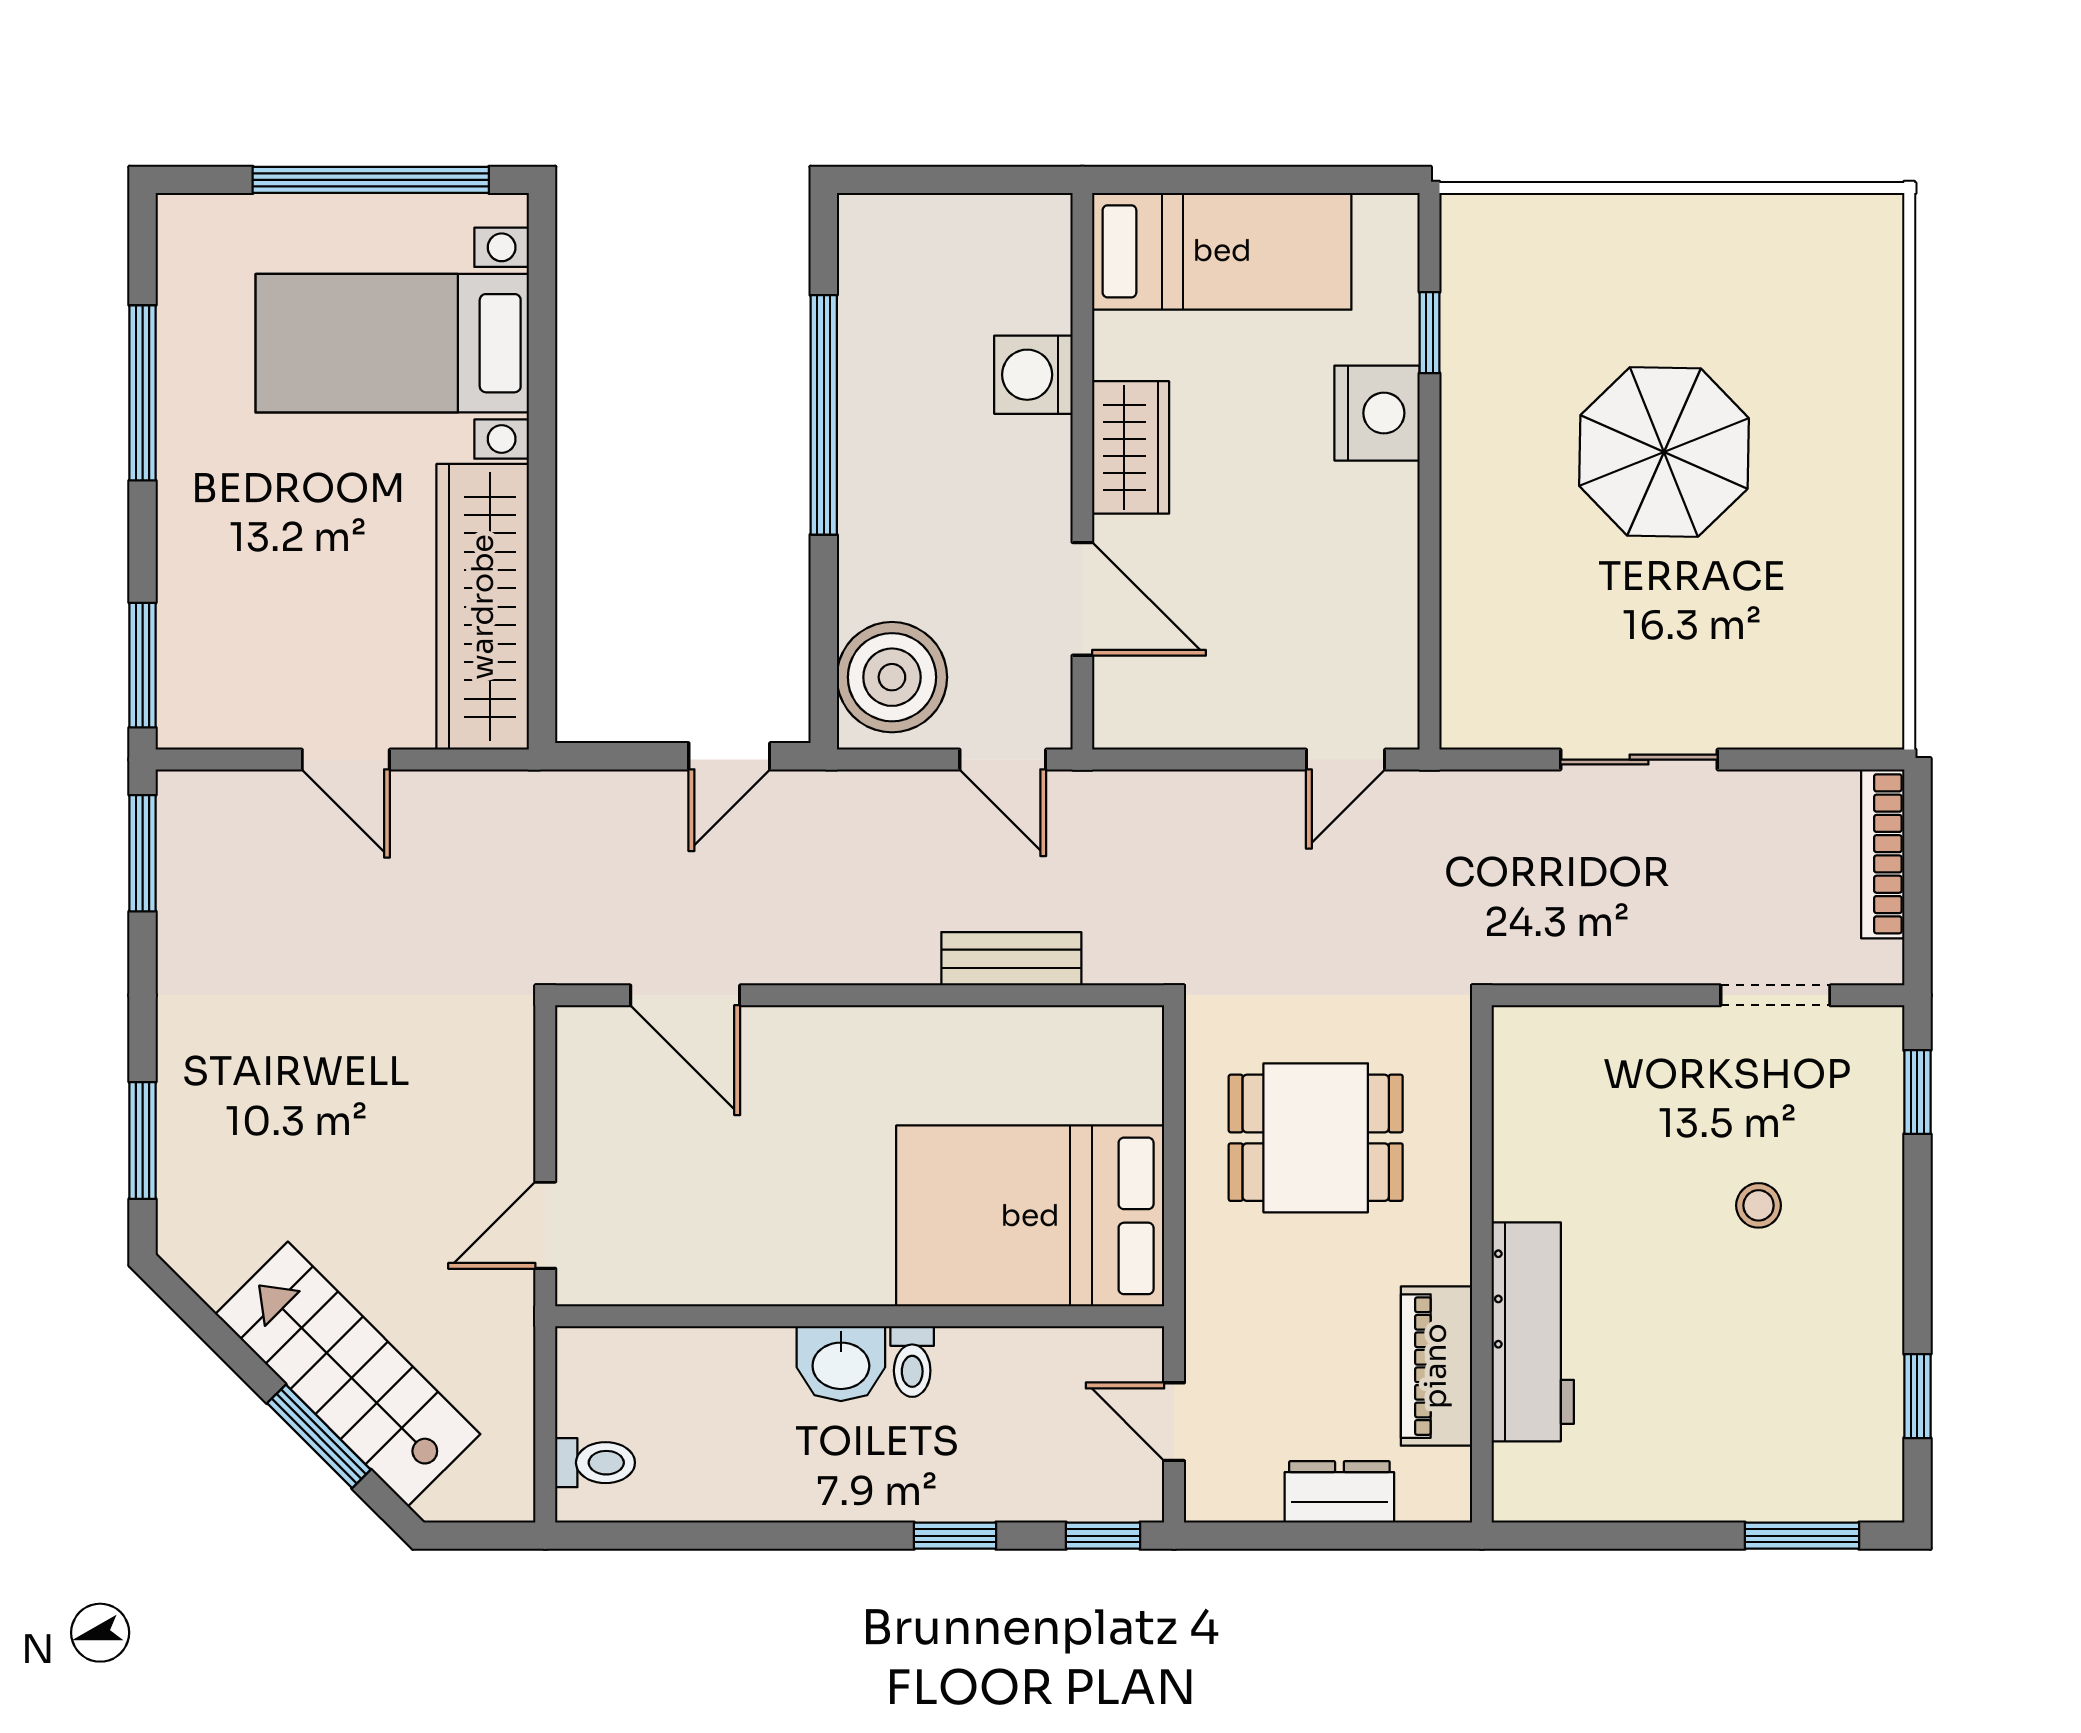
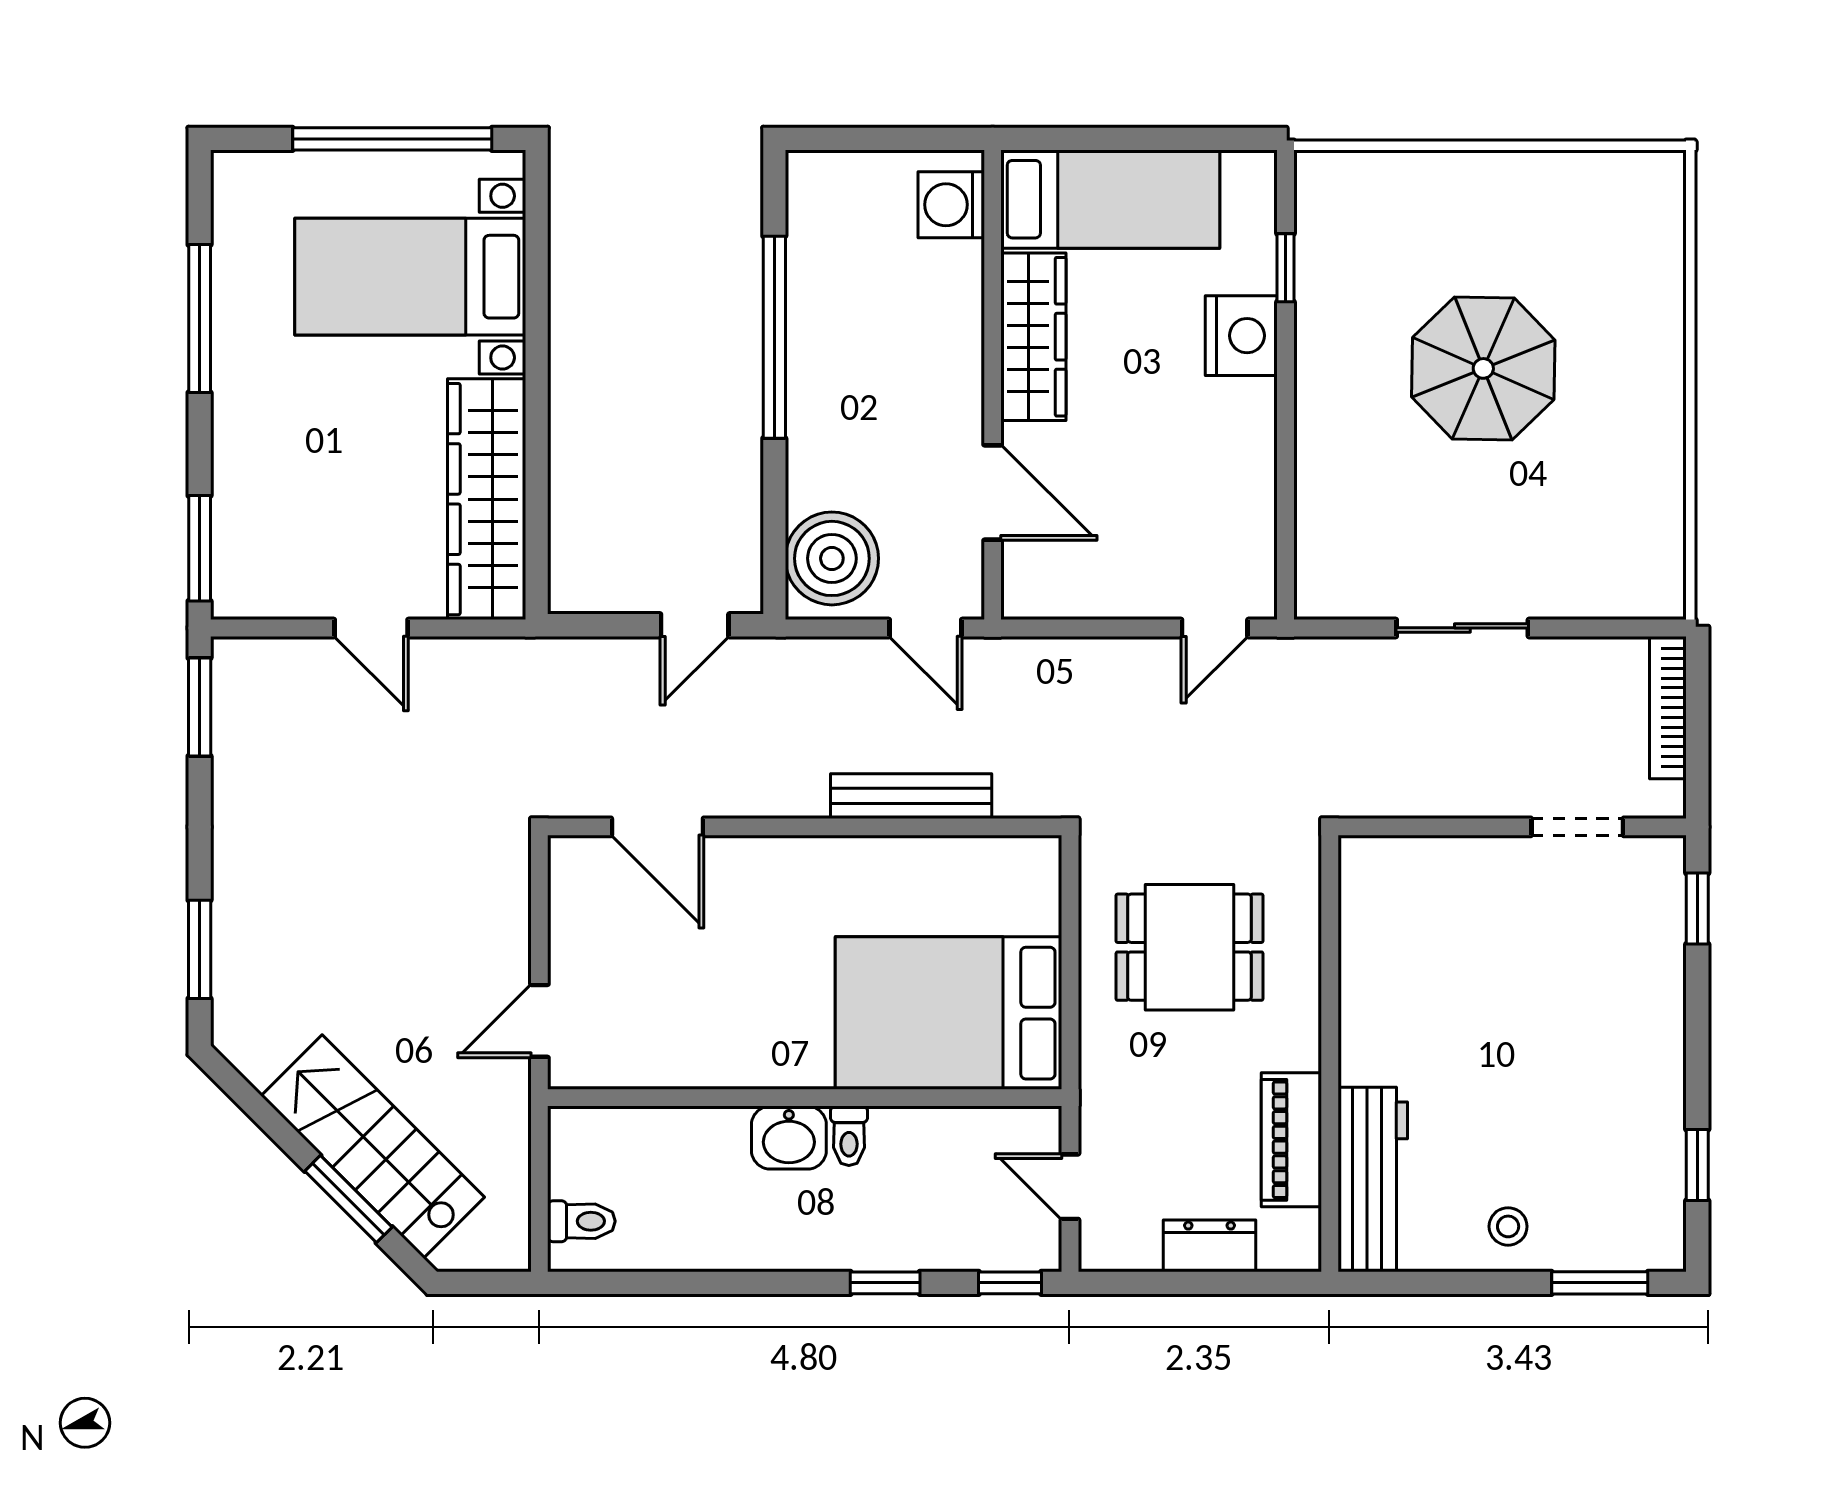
washing machine: (1033, 375) -> (951, 205), moved
wardrobe: (1131, 447) -> (1033, 337), width x1.50
bench: (1011, 959) -> (911, 796), width x1.36
stool: (1759, 1205) -> (1508, 1226), moved
workbench: (1533, 1332) -> (1373, 1179), moved

